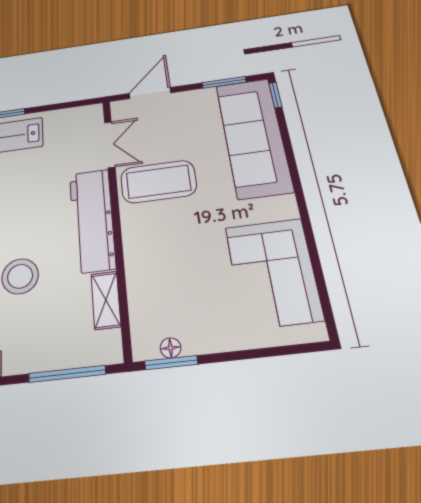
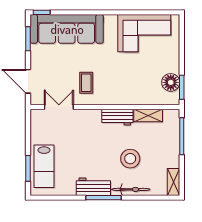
coffee table: (158, 182) -> (86, 83), width x0.54, depth x0.58
workbench: (92, 220) -> (117, 117), width x0.53, depth x0.76
floor lamp: (171, 348) -> (171, 82), width x1.89, depth x1.89

